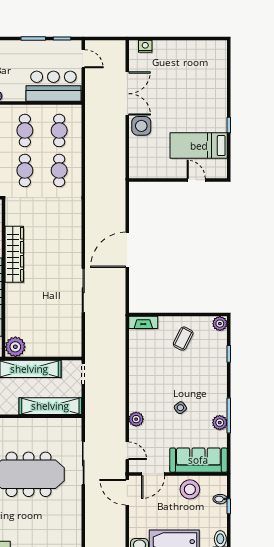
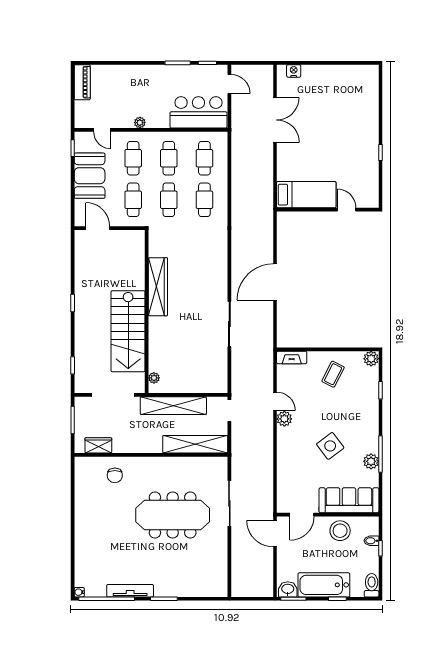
side table: (141, 126) -> (290, 153), removed
bed: (199, 146) -> (306, 195), moved, turned 180
plant: (15, 347) -> (154, 378), width x0.53, depth x0.53
side table: (180, 408) -> (330, 446), width x1.87, depth x1.87
plant: (136, 419) -> (284, 419), moved
door: (127, 451) -> (275, 401), moved

